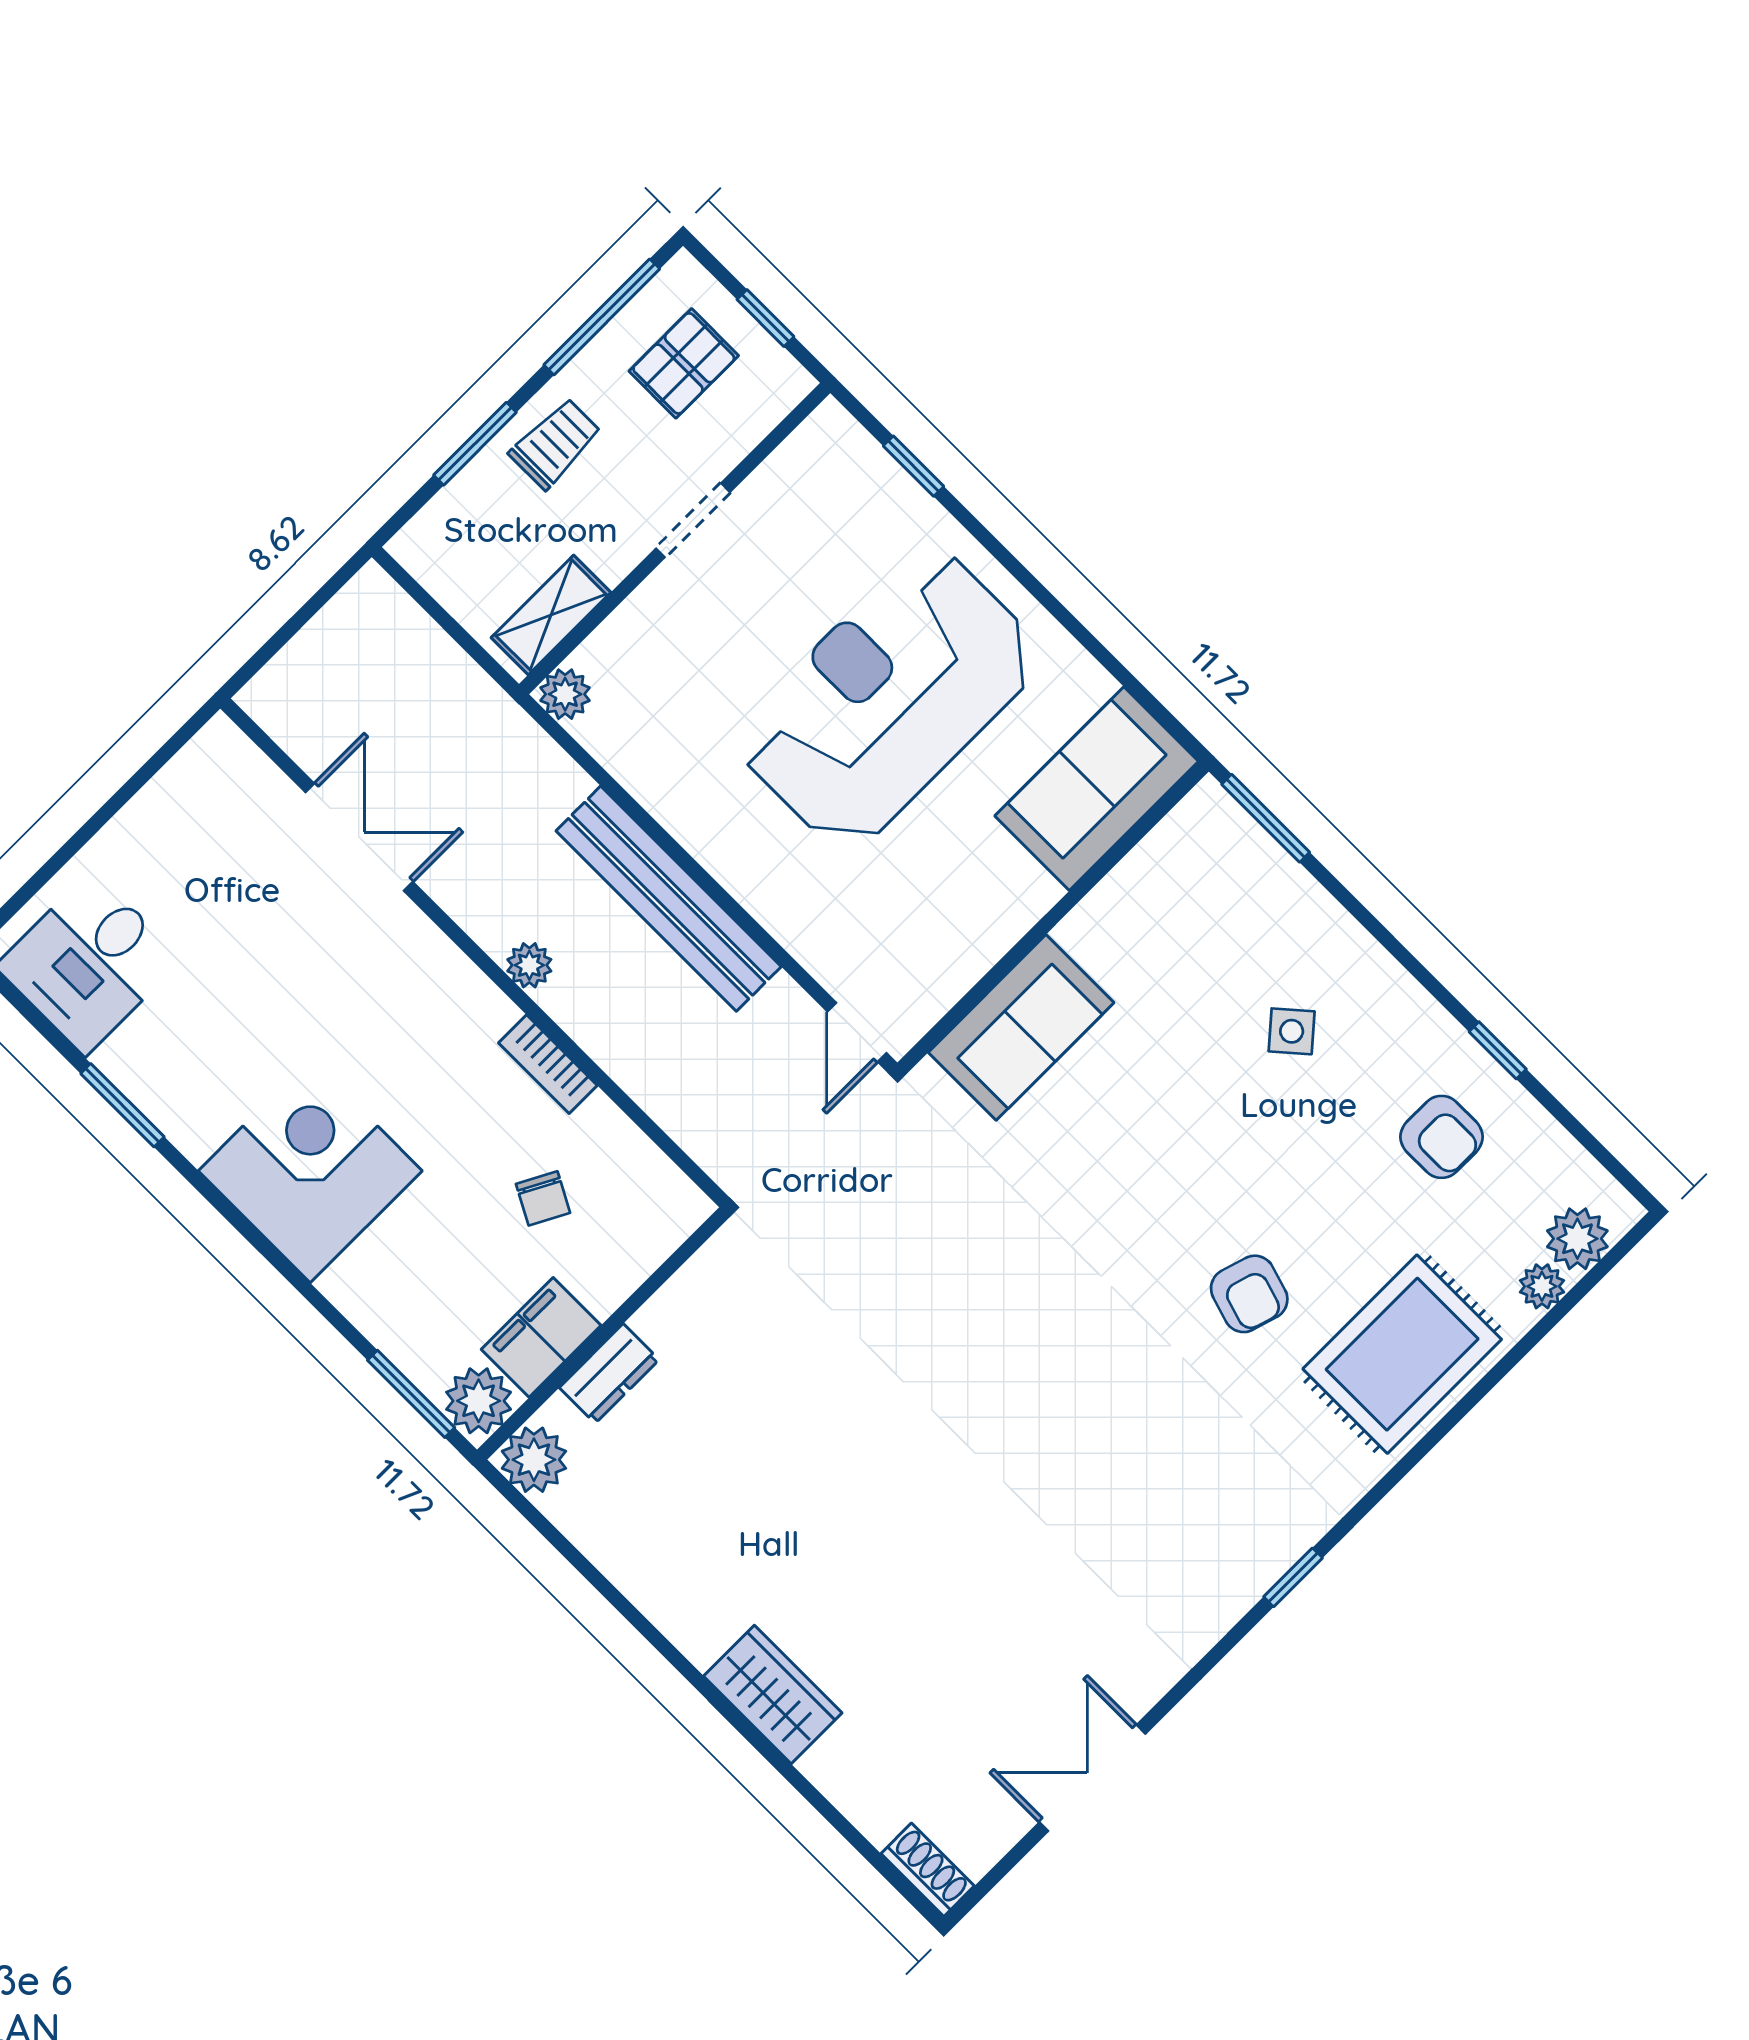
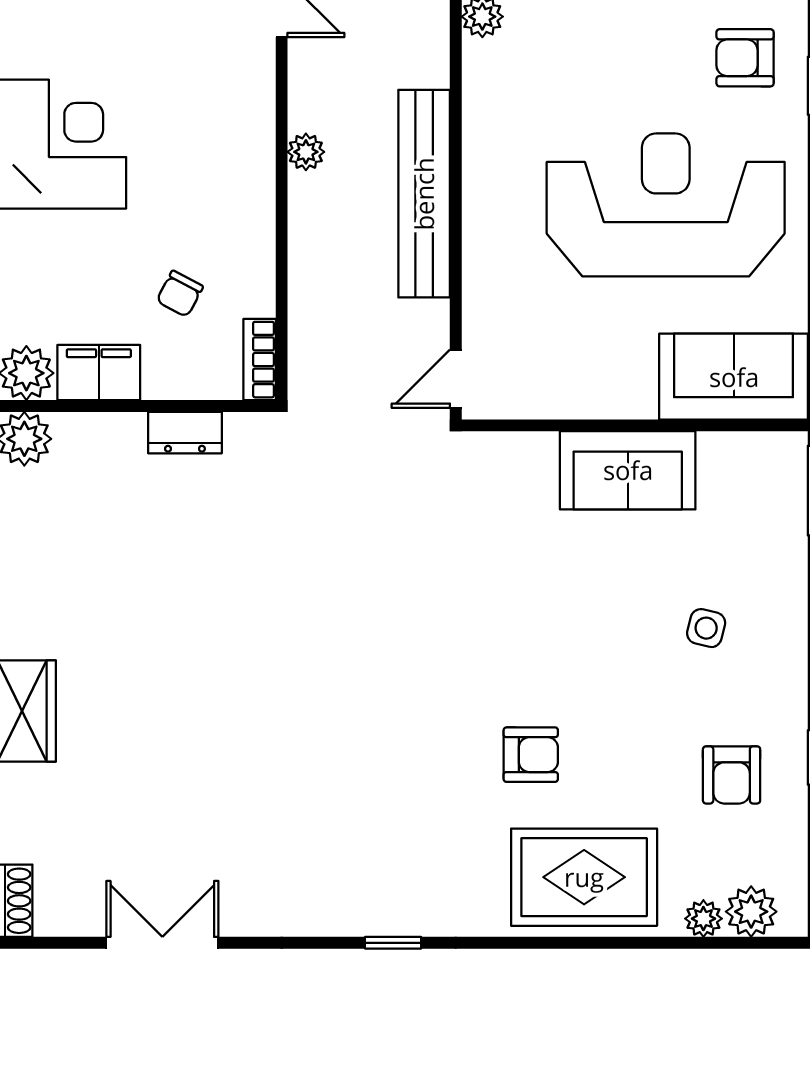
armchair: (829, 501) -> (745, 58), added
sofa: (1021, 1027) -> (628, 470), moved
side table: (1292, 1031) -> (706, 628), turned -35
bookcase: (548, 1064) -> (260, 360), moved
armchair: (1249, 1294) -> (531, 755), turned -107
dresser: (609, 1374) -> (185, 433), moved

